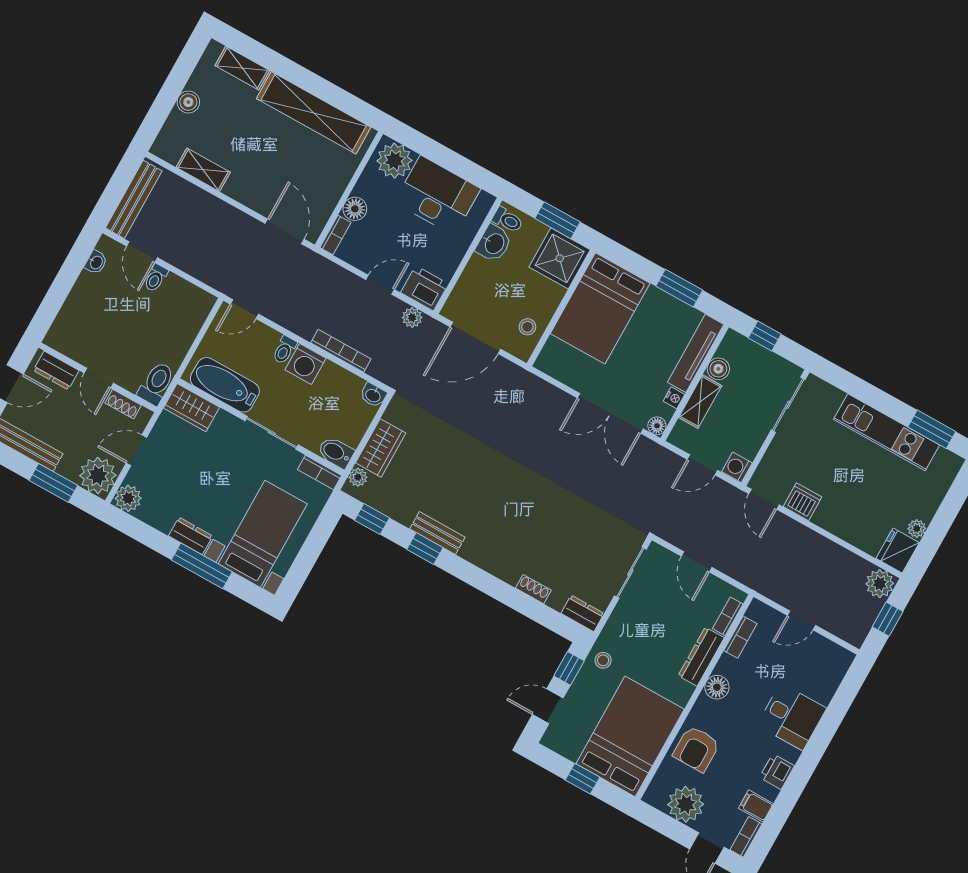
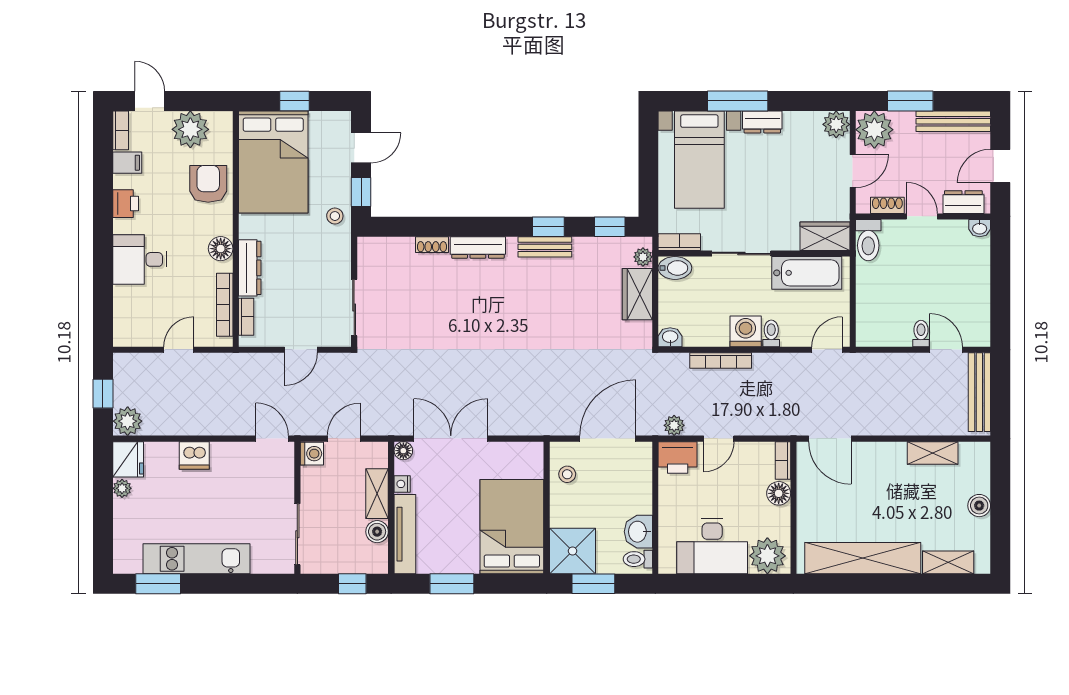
washbasin: (96, 262) -> (980, 228), moved, turned -90
dishwasher: (803, 502) -> (194, 455), moved
door: (697, 562) -> (301, 350), swing flipped
dresser: (583, 613) -> (478, 247), moved, width x1.44
bookcase: (740, 637) -> (225, 305), width x1.56

